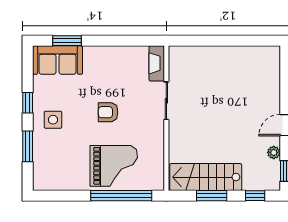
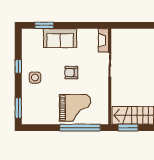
sofa: (58, 60) -> (60, 38), moved
window: (28, 146) -> (18, 108), moved
window: (212, 196) -> (128, 128), moved

